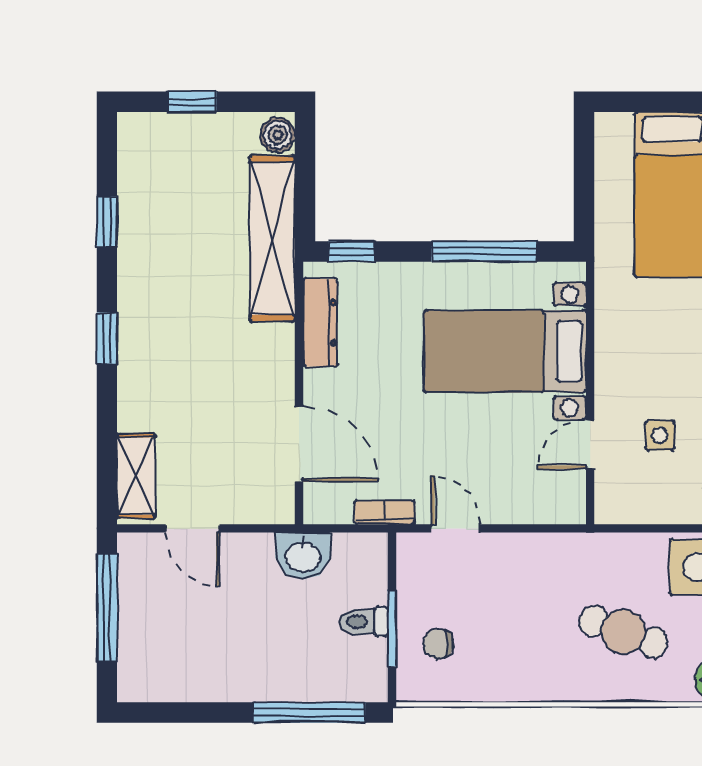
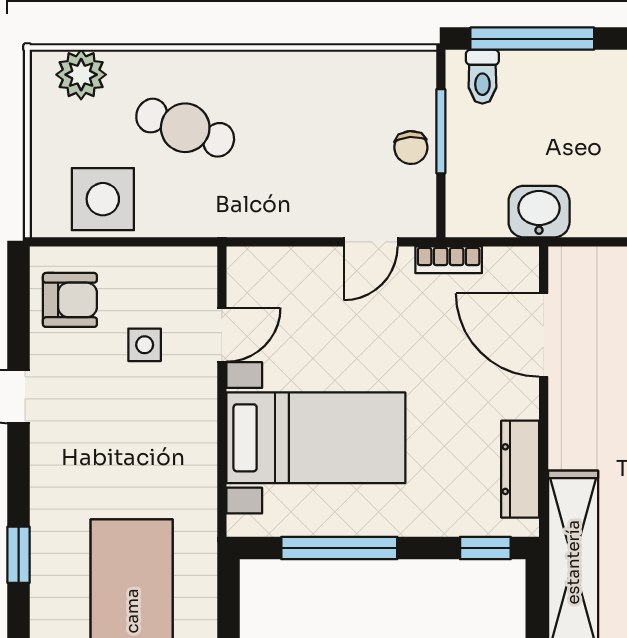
door: (455, 528) -> (371, 242), hinge flipped
toilet: (364, 622) -> (482, 77), moved, turned 90
chair: (438, 644) -> (411, 147), moved, turned 86

